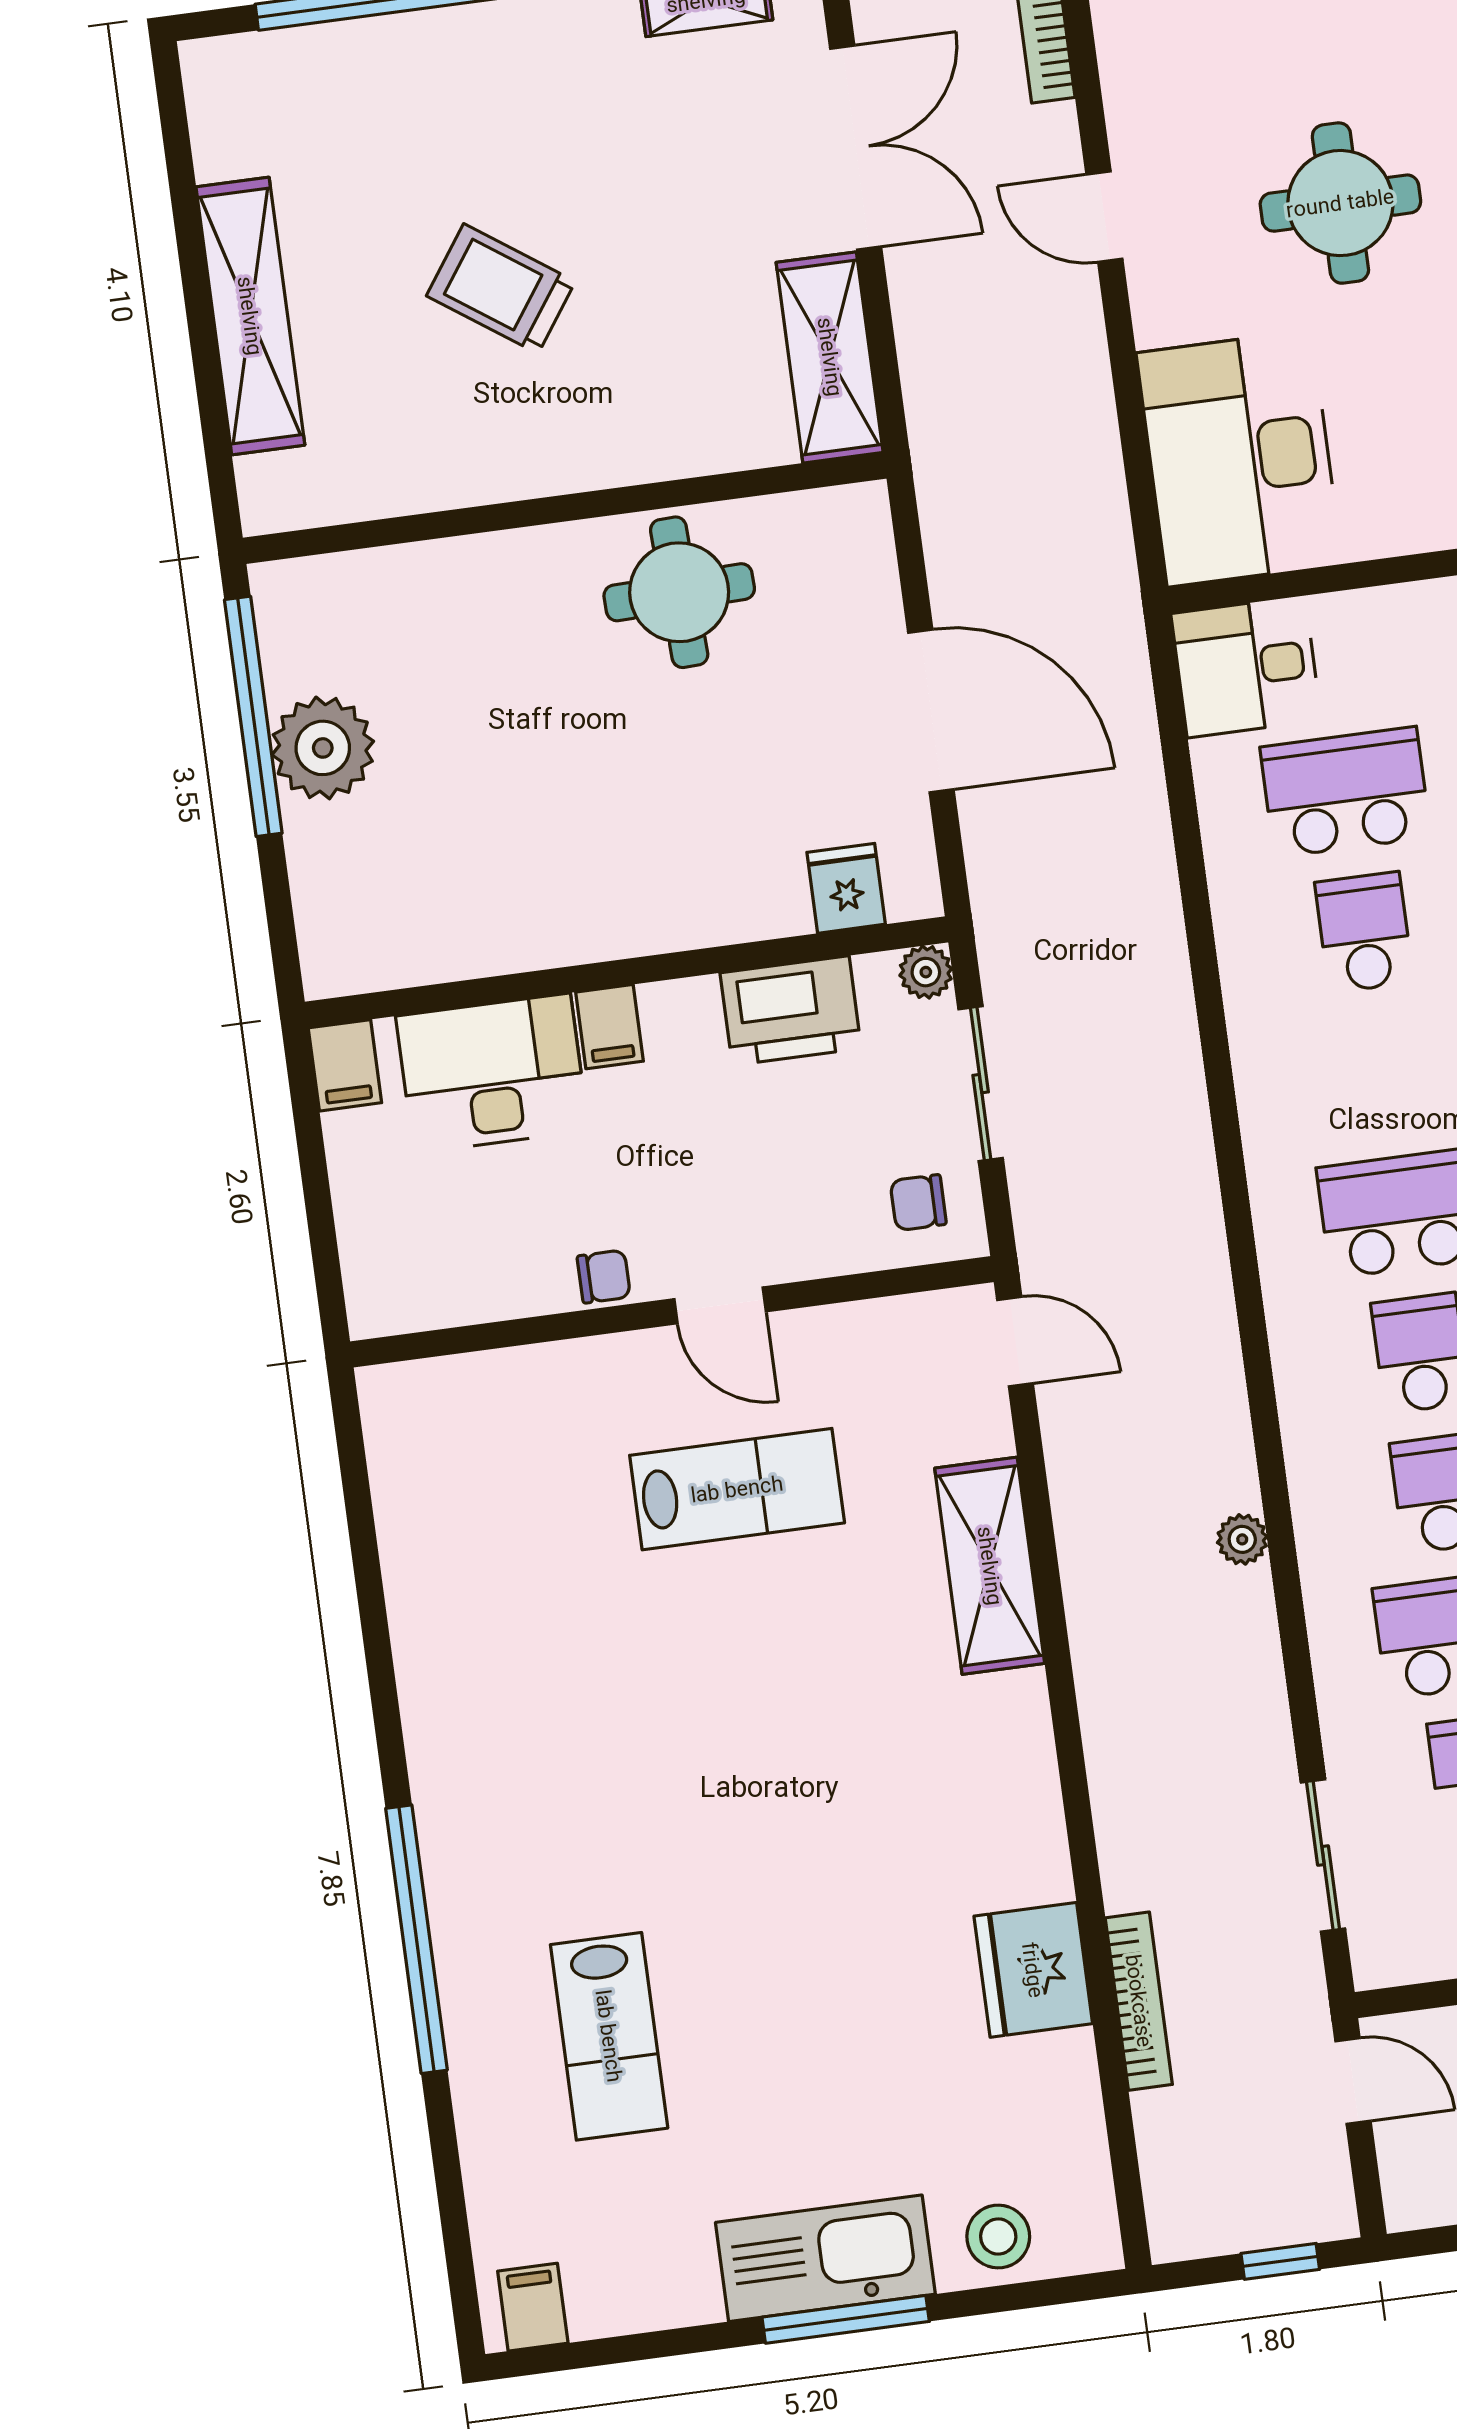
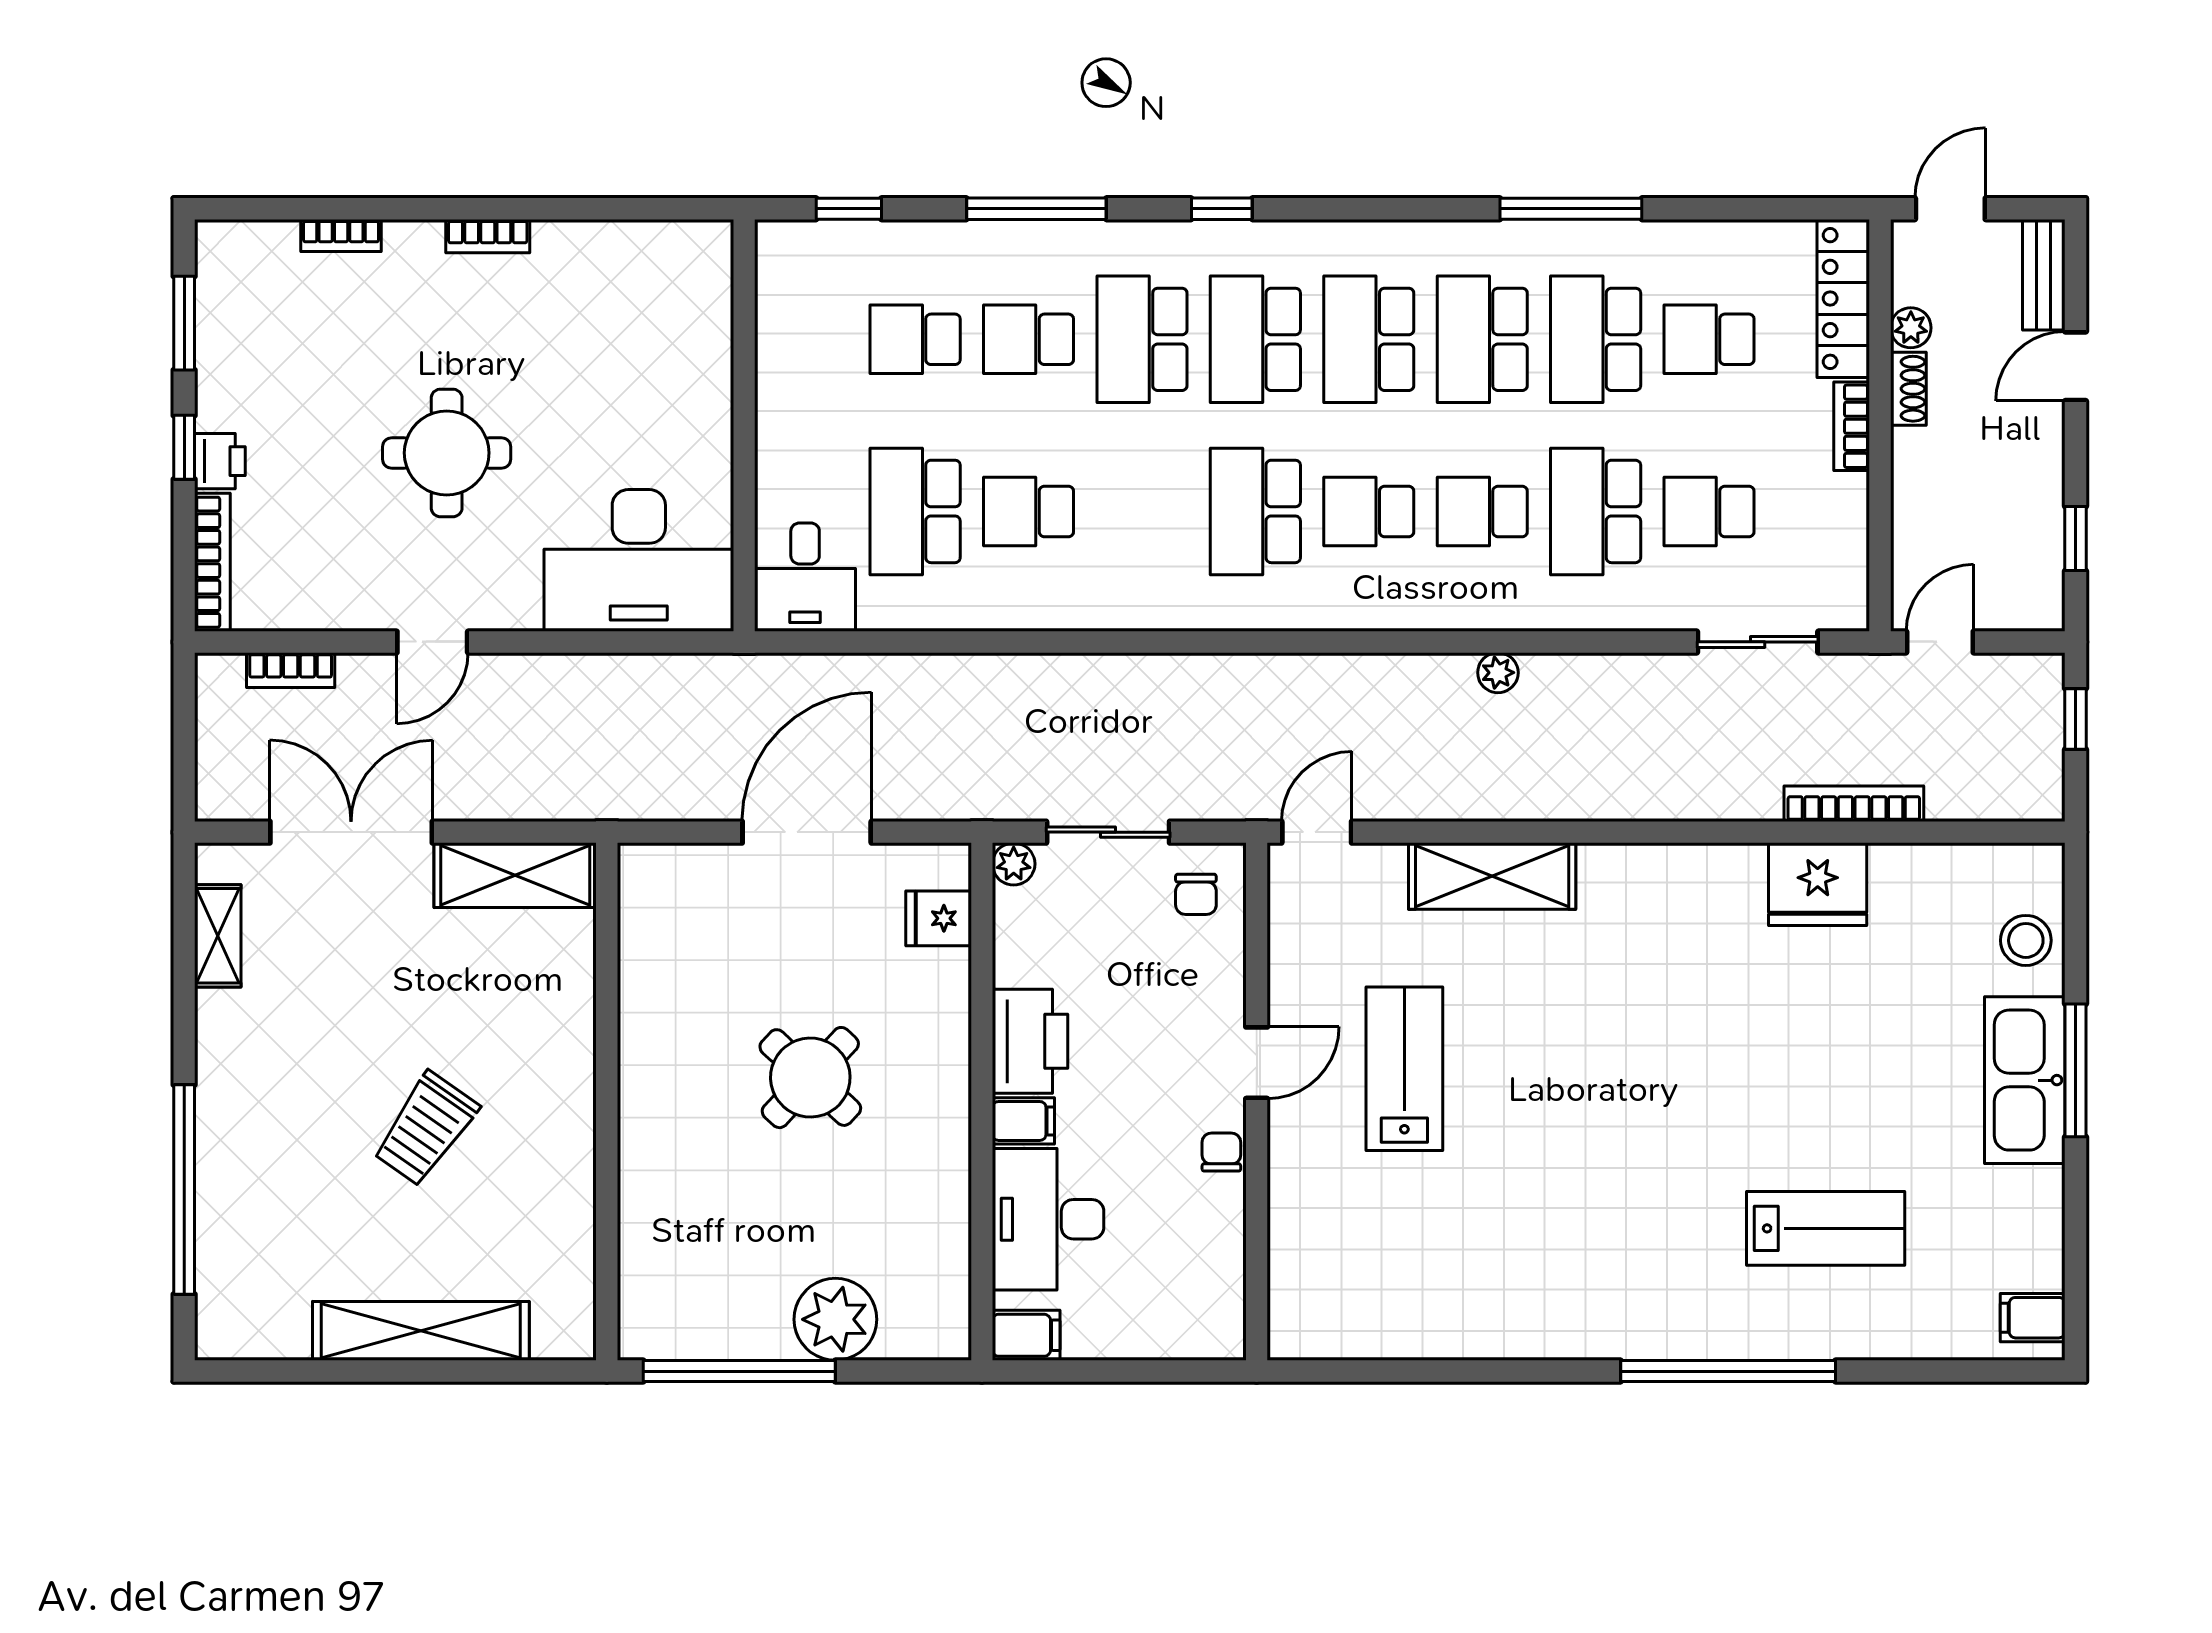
round table: (679, 592) -> (810, 1078), moved, turned 45
plant: (323, 748) -> (835, 1319), moved
printer: (791, 1011) -> (1030, 1041), moved

